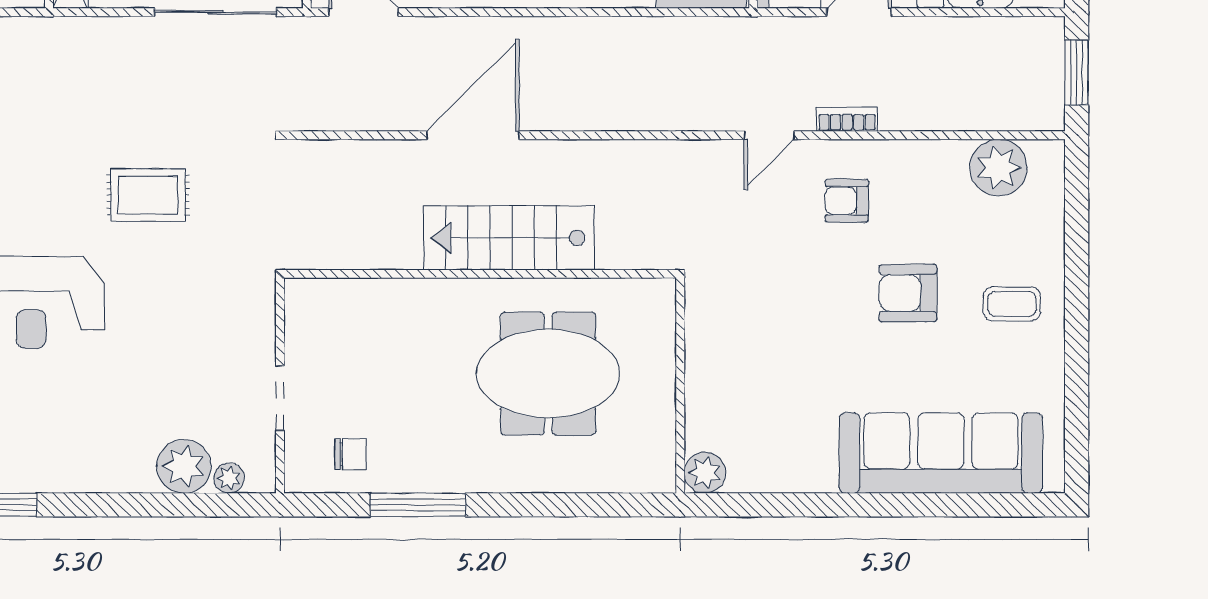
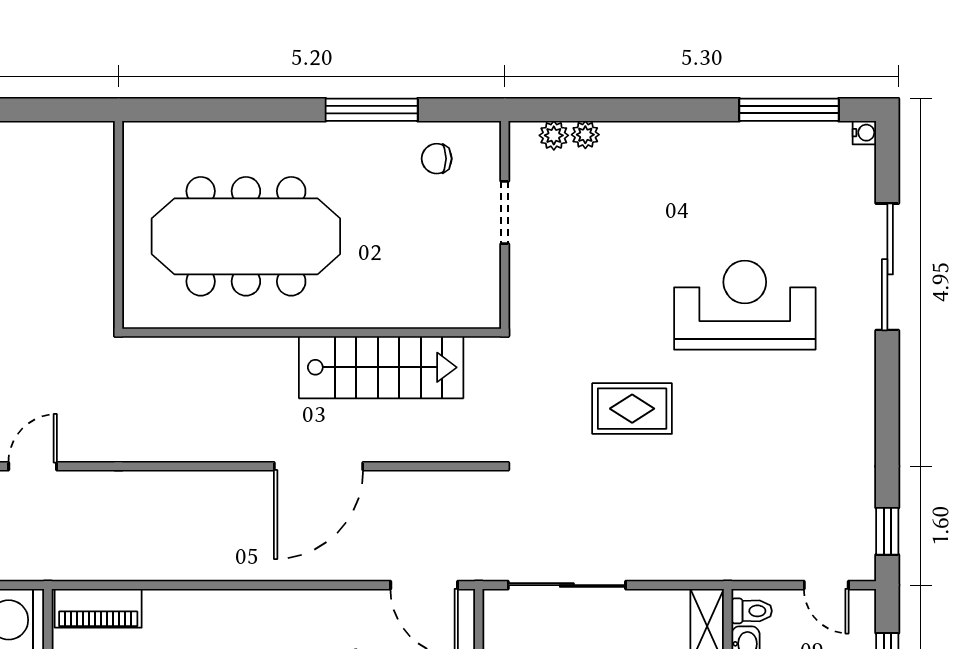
stairs: (509, 238) -> (381, 367), moved
meeting table: (548, 374) -> (246, 236), width x1.36
plant: (184, 466) -> (585, 135), width x0.53, depth x0.53
plant: (705, 473) -> (95, 141), removed

